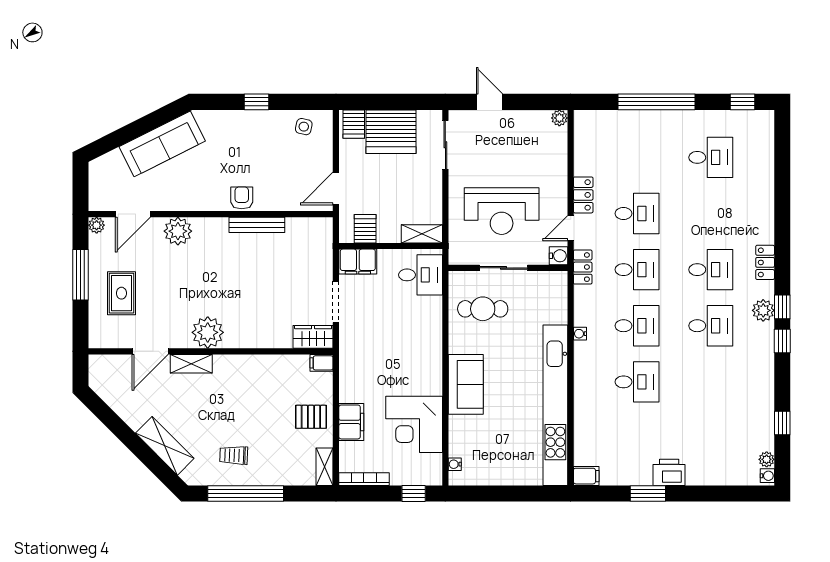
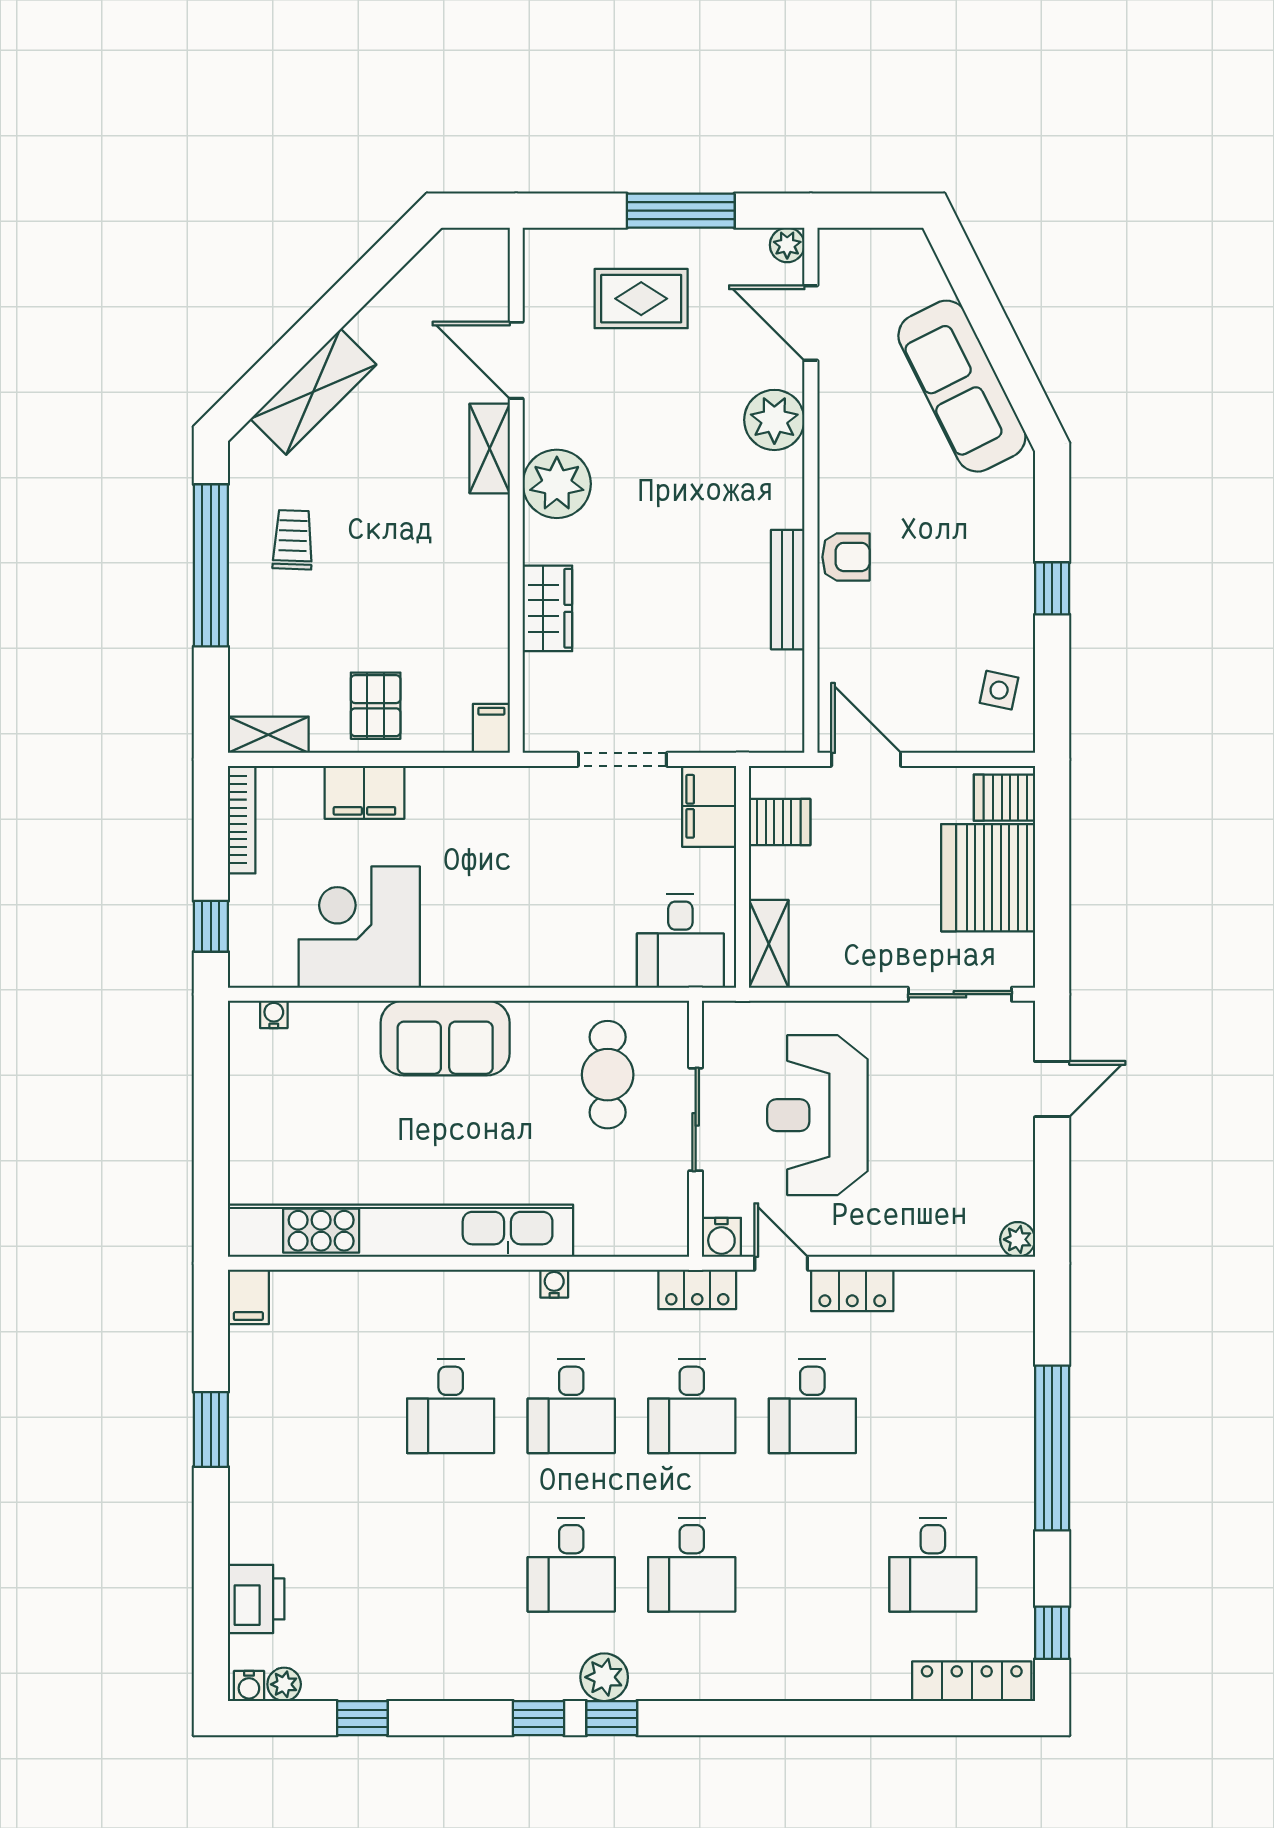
locker: (765, 262) -> (972, 1681), moved, width x1.53
wardrobe: (313, 337) -> (547, 608), moved
printer: (669, 472) -> (256, 1599), moved

